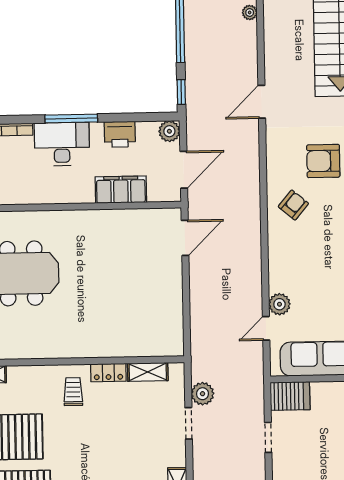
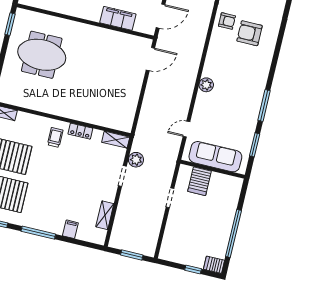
armchair: (293, 205) -> (227, 21), moved, turned 50
plant: (279, 304) -> (206, 85), moved
shelving: (148, 372) -> (116, 140), moved
server rack: (290, 396) -> (200, 181), moved, turned 90

